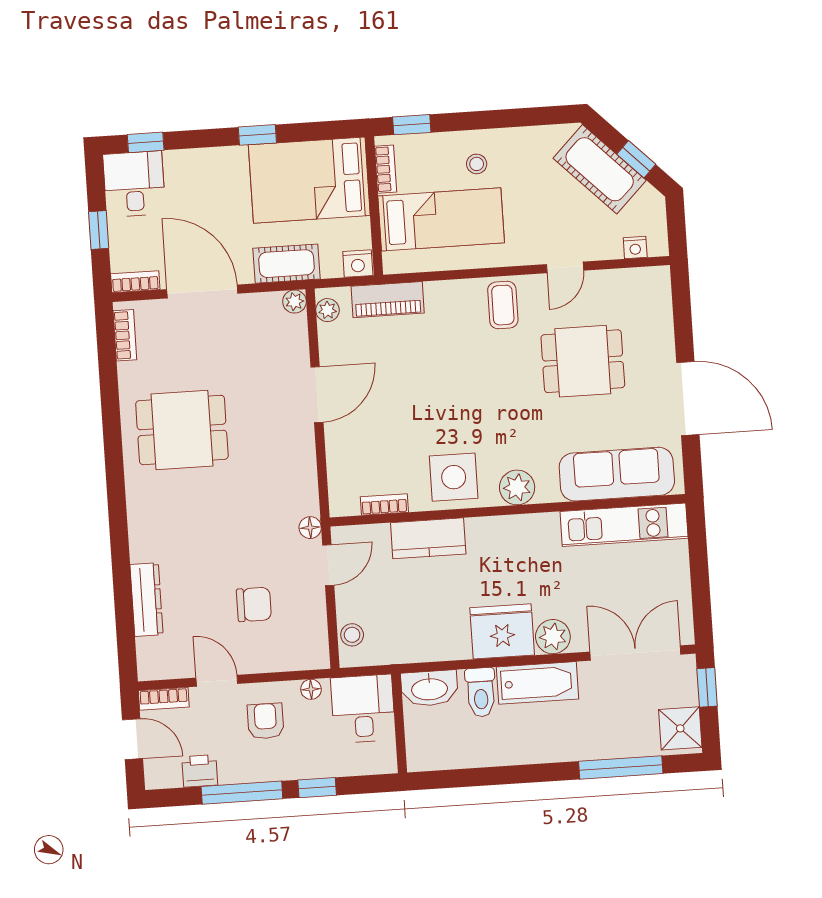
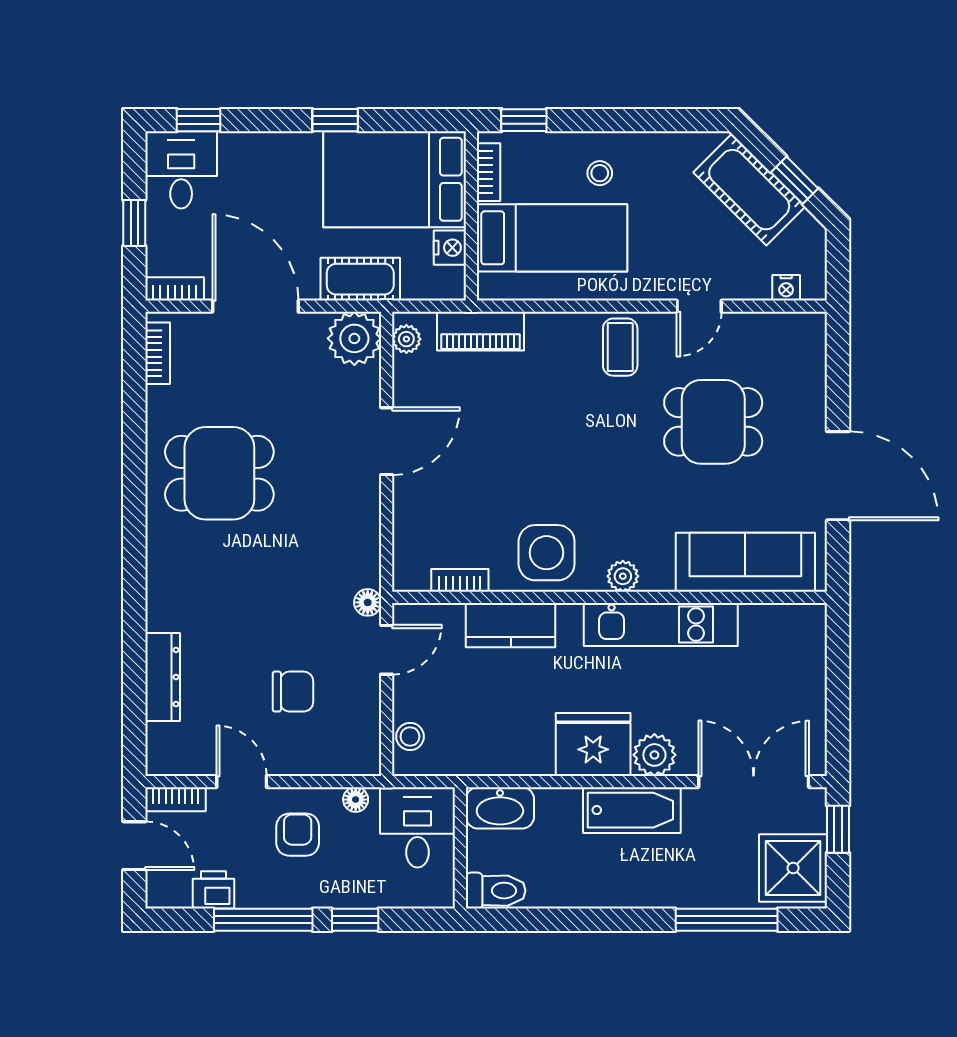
nightstand: (358, 263) -> (450, 248), moved, turned -90
plant: (294, 302) -> (354, 338), width x1.88, depth x1.88
plant: (517, 487) -> (623, 576), width x0.73, depth x0.73
kitchen unit: (624, 525) -> (661, 624), moved
toilet: (481, 692) -> (496, 891), moved, turned -90
shower: (680, 728) -> (793, 868), width x1.36, depth x1.36

